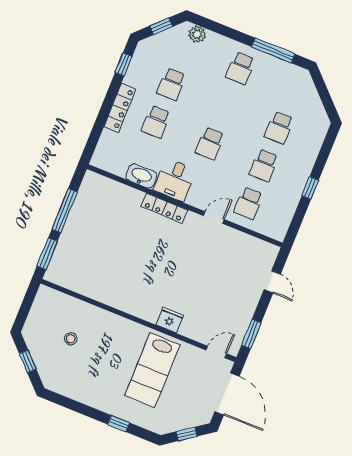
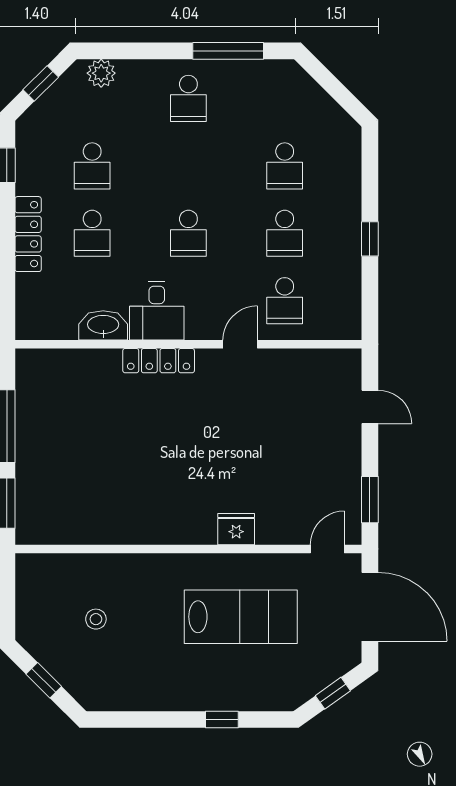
lab bench: (152, 370) -> (241, 617), turned -90

